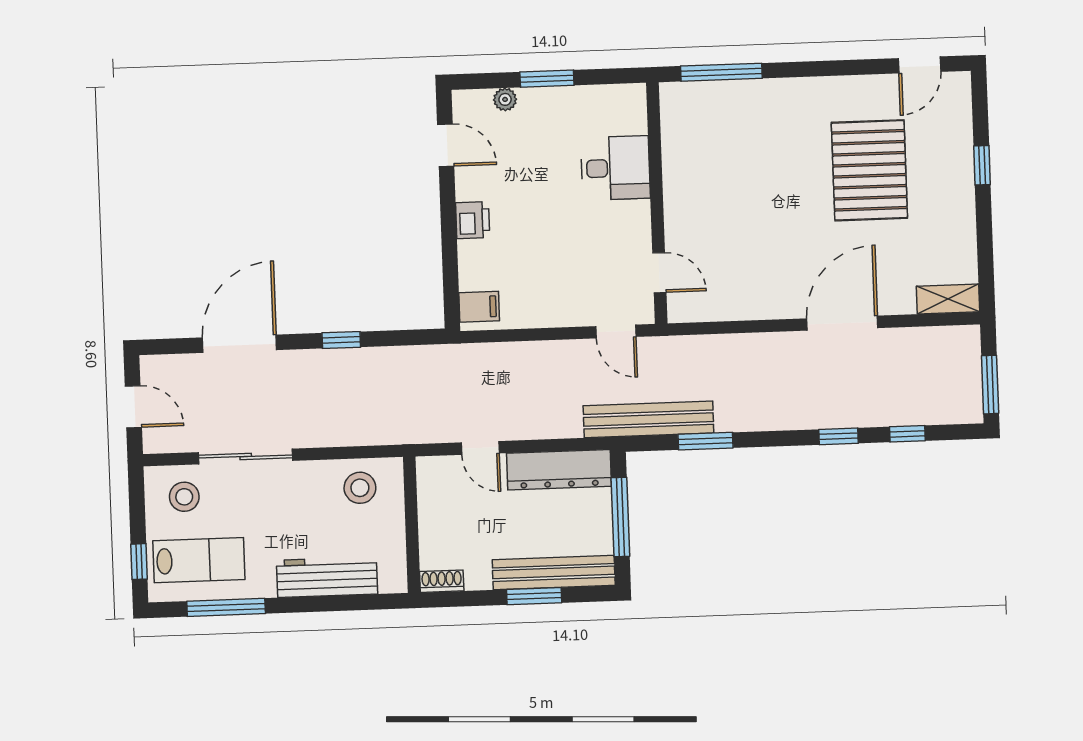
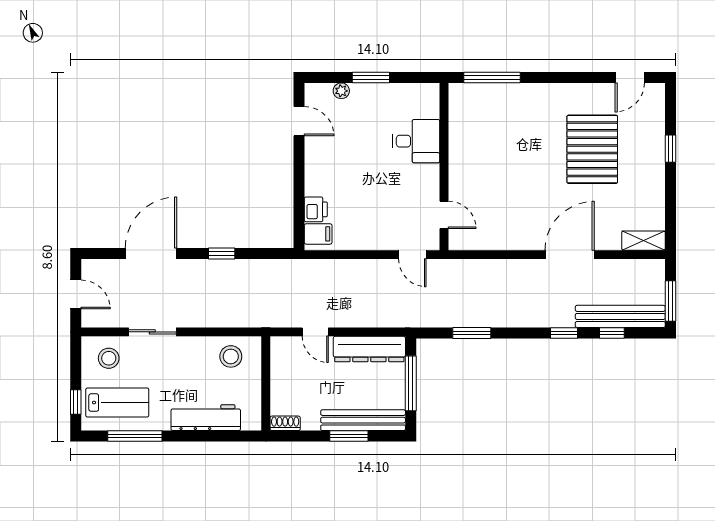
printer: (473, 220) -> (316, 209), moved
bench: (648, 419) -> (620, 316), moved
sliding door: (246, 457) -> (152, 332), width x0.73

